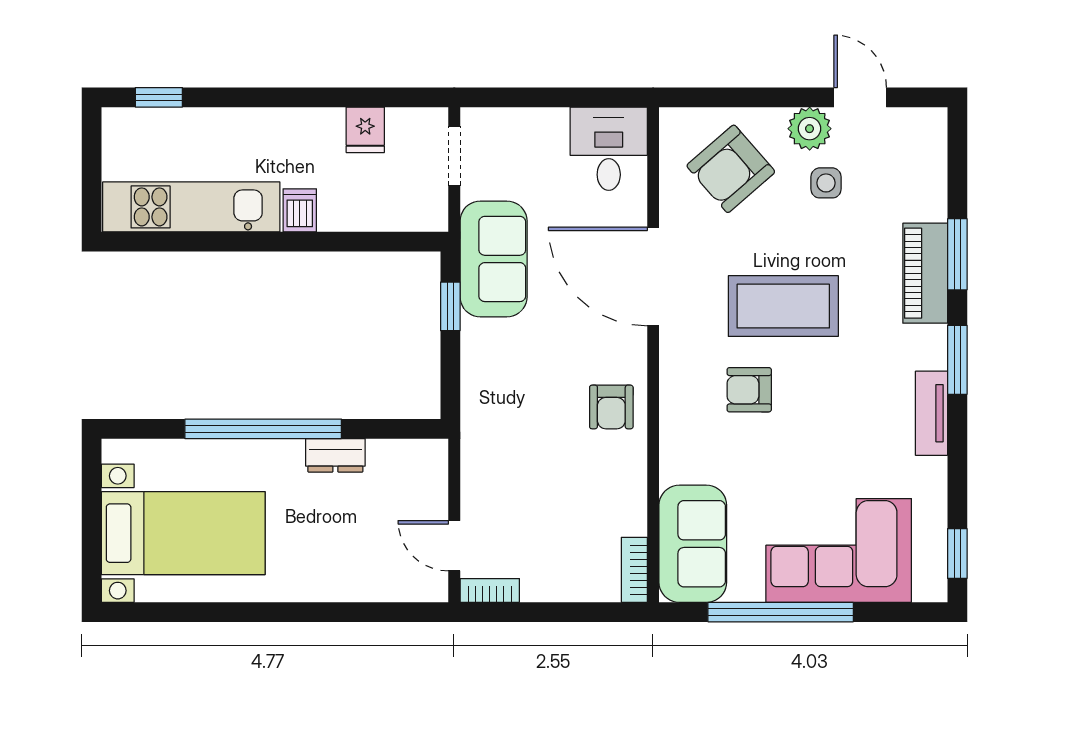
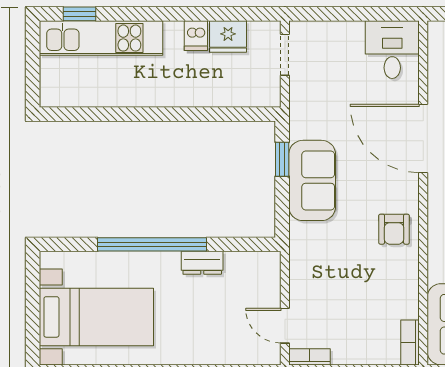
fridge: (365, 130) -> (228, 36), width x1.38
kitchen unit: (191, 207) -> (101, 38), moved, turned 180
dishwasher: (300, 210) -> (196, 36), moved, turned 180
sofa: (494, 259) -> (312, 180), moved

